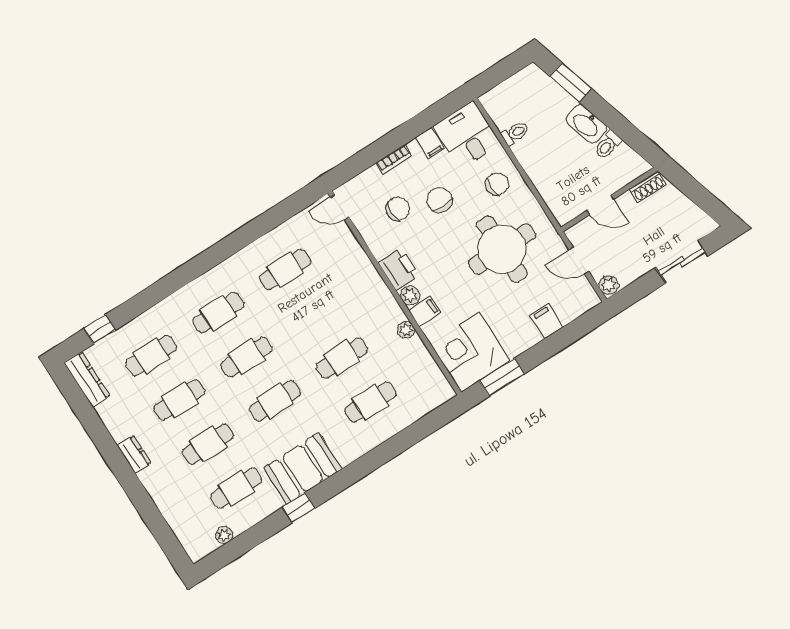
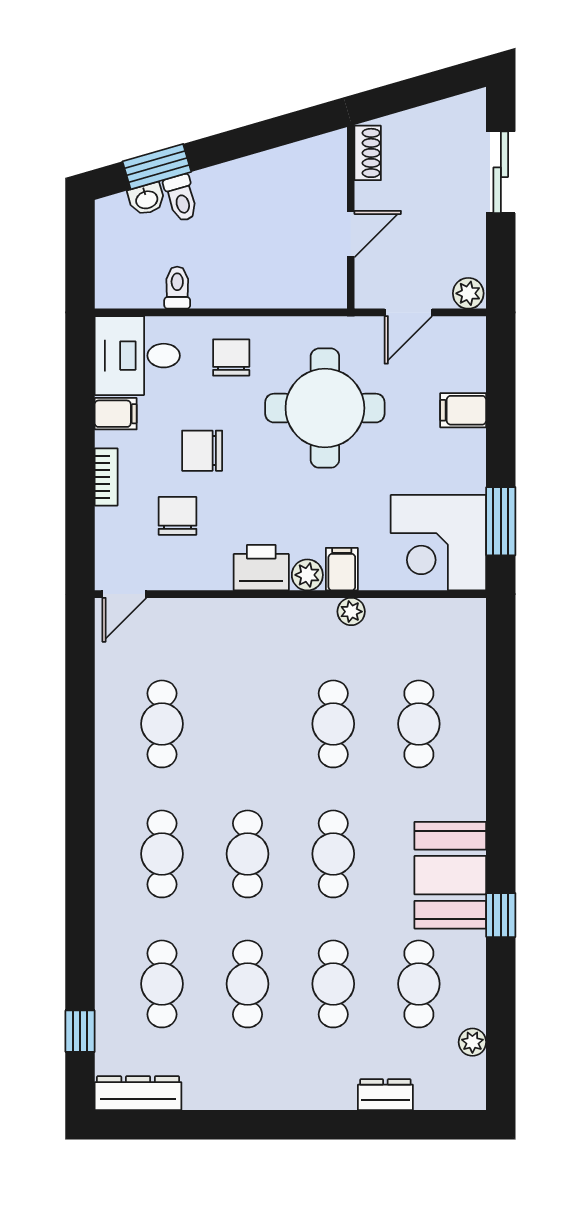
washbasin: (586, 124) -> (147, 199), moved, width x0.52, depth x0.69
toilet: (608, 145) -> (181, 198), moved
dresser: (134, 454) -> (385, 1095), moved

